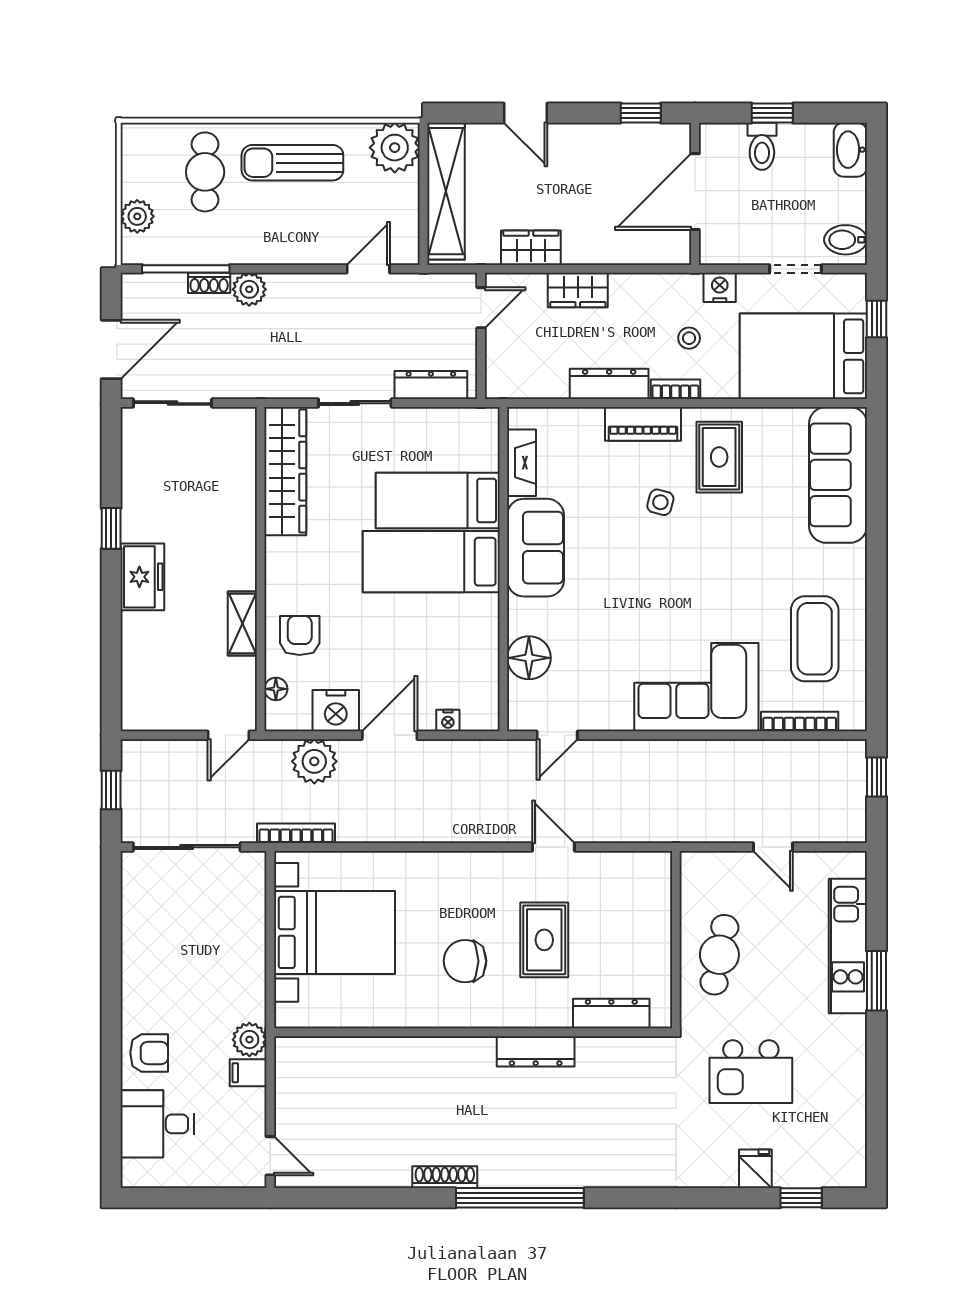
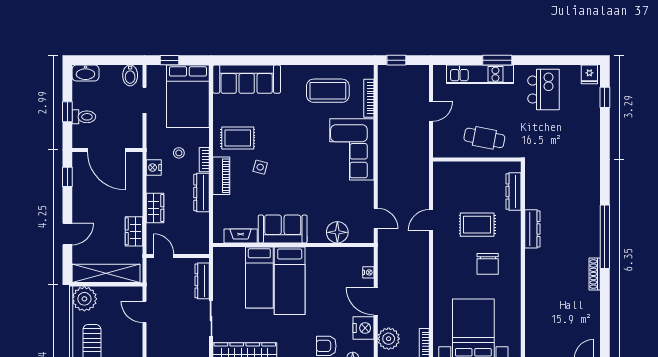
nightstand: (720, 287) -> (154, 168), moved
kitchen island: (751, 1072) -> (544, 90), moved
fridge: (755, 1169) -> (589, 74), moved, turned -90

